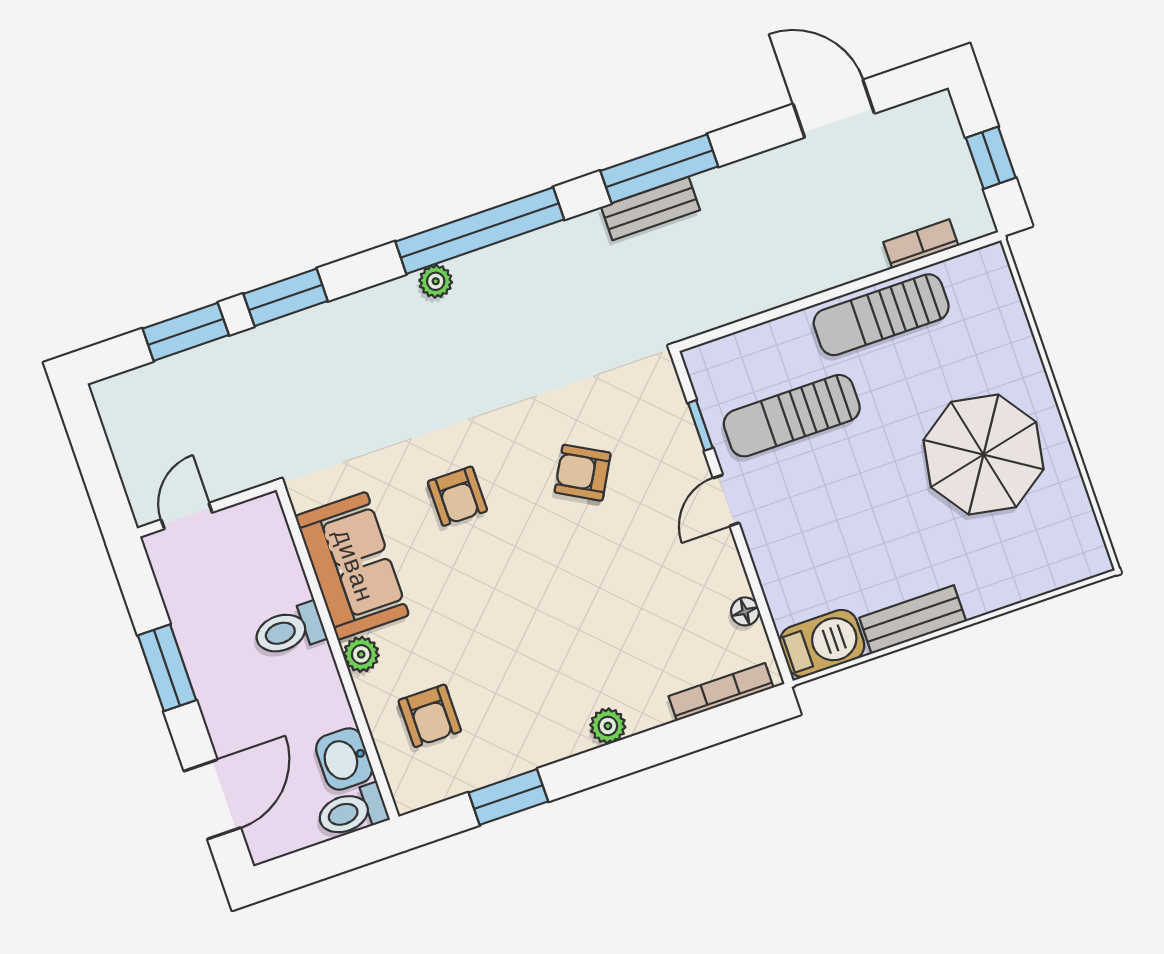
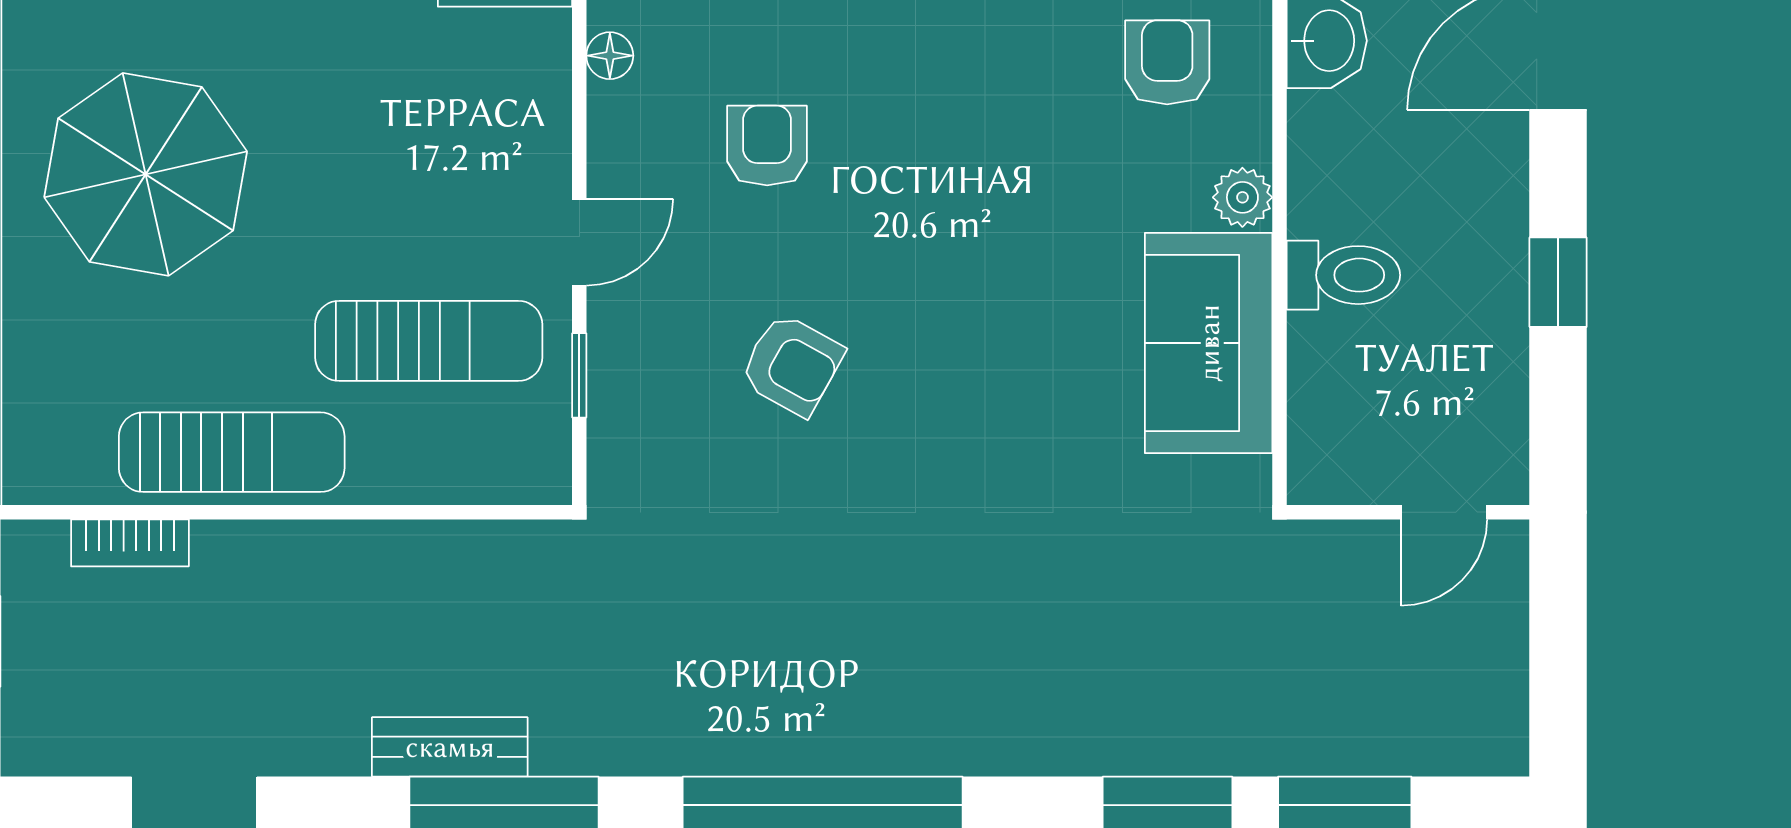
bench: (650, 209) -> (450, 747), moved
plant: (436, 281) -> (920, 749), removed
armchair: (457, 496) -> (767, 146), moved
window: (167, 668) -> (1558, 282), width x0.67

